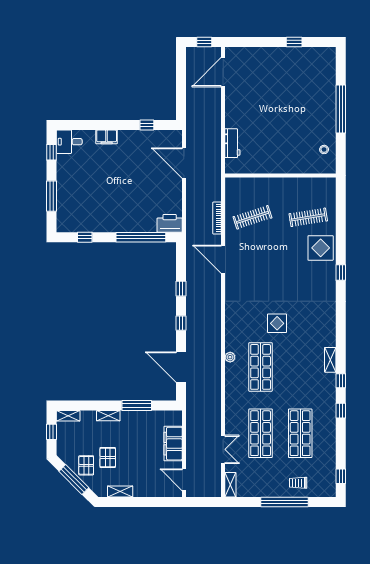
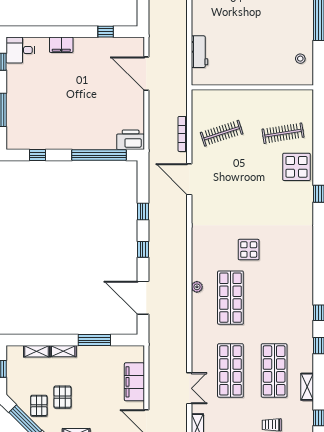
shelving: (330, 360) -> (307, 387), moved
shelving: (68, 416) -> (36, 351), moved

